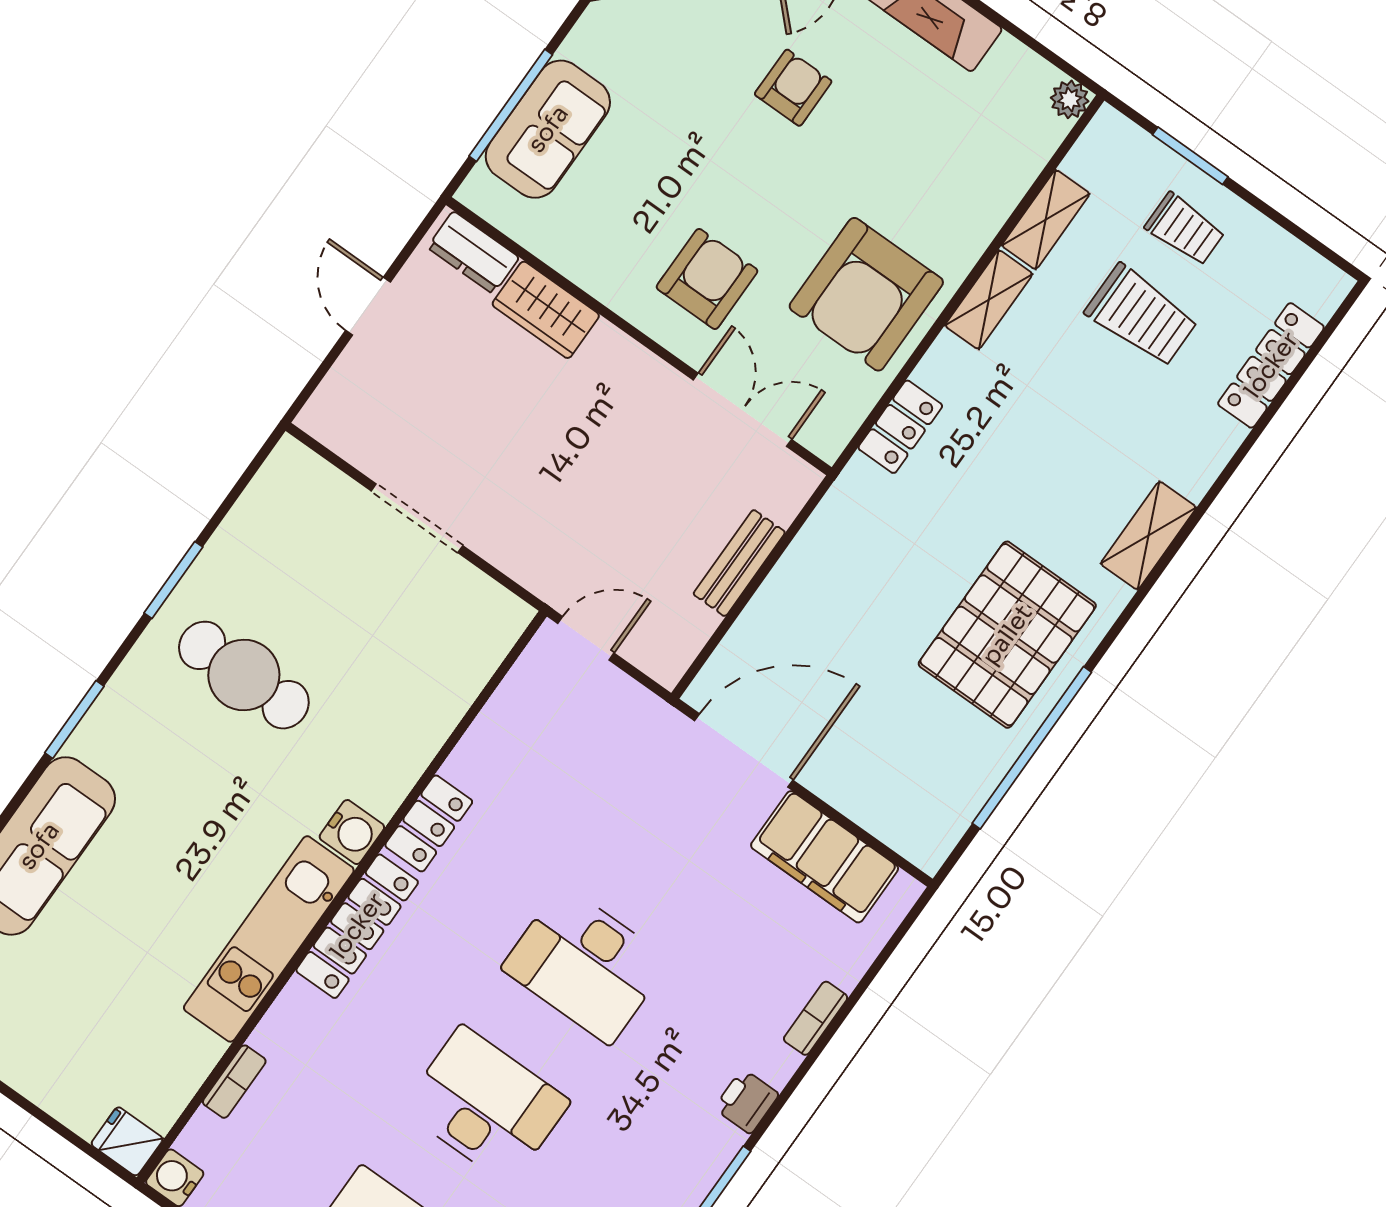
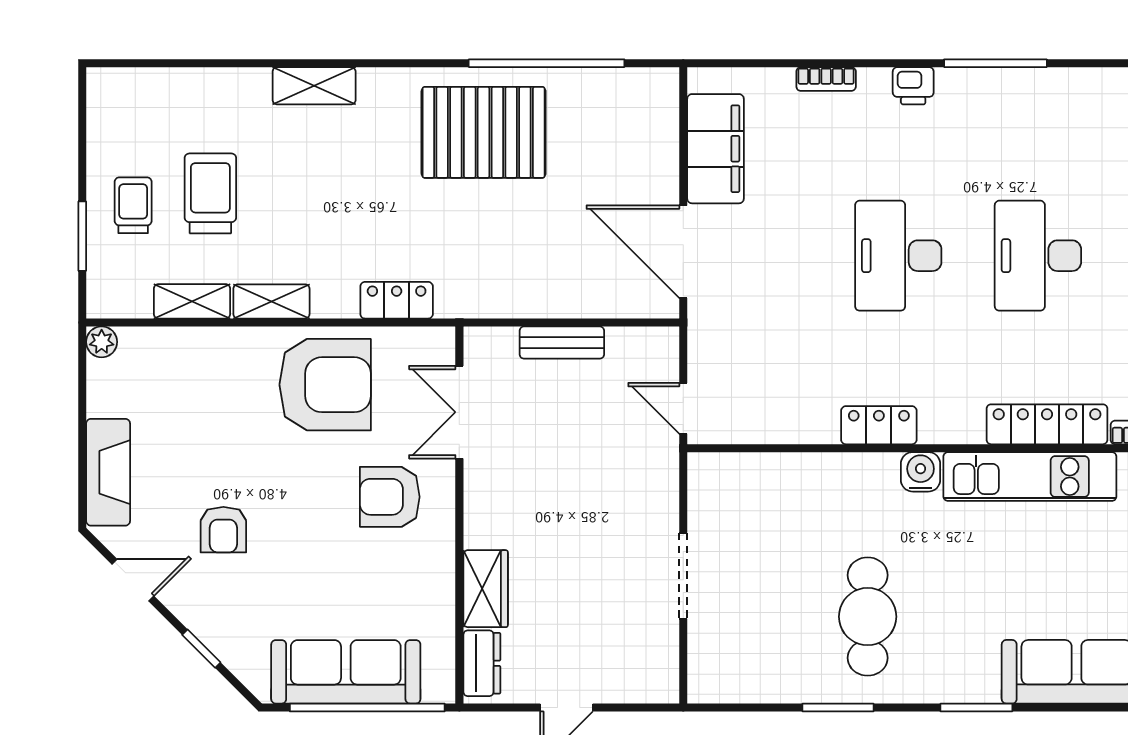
armchair: (793, 88) -> (223, 530), turned -90
window: (511, 105) -> (367, 707), width x1.46
sofa: (548, 129) -> (346, 672), width x1.36
locker: (1271, 365) -> (183, 85), removed
shelving: (1148, 536) -> (314, 86), moved
locker: (357, 926) -> (1047, 424), moved
desk: (586, 964) -> (898, 256), turned 180

